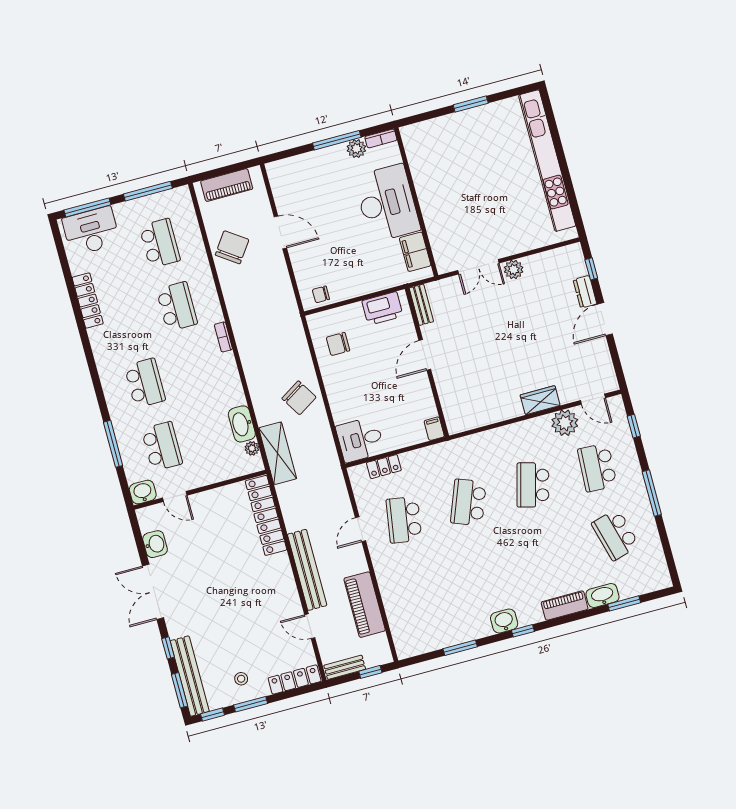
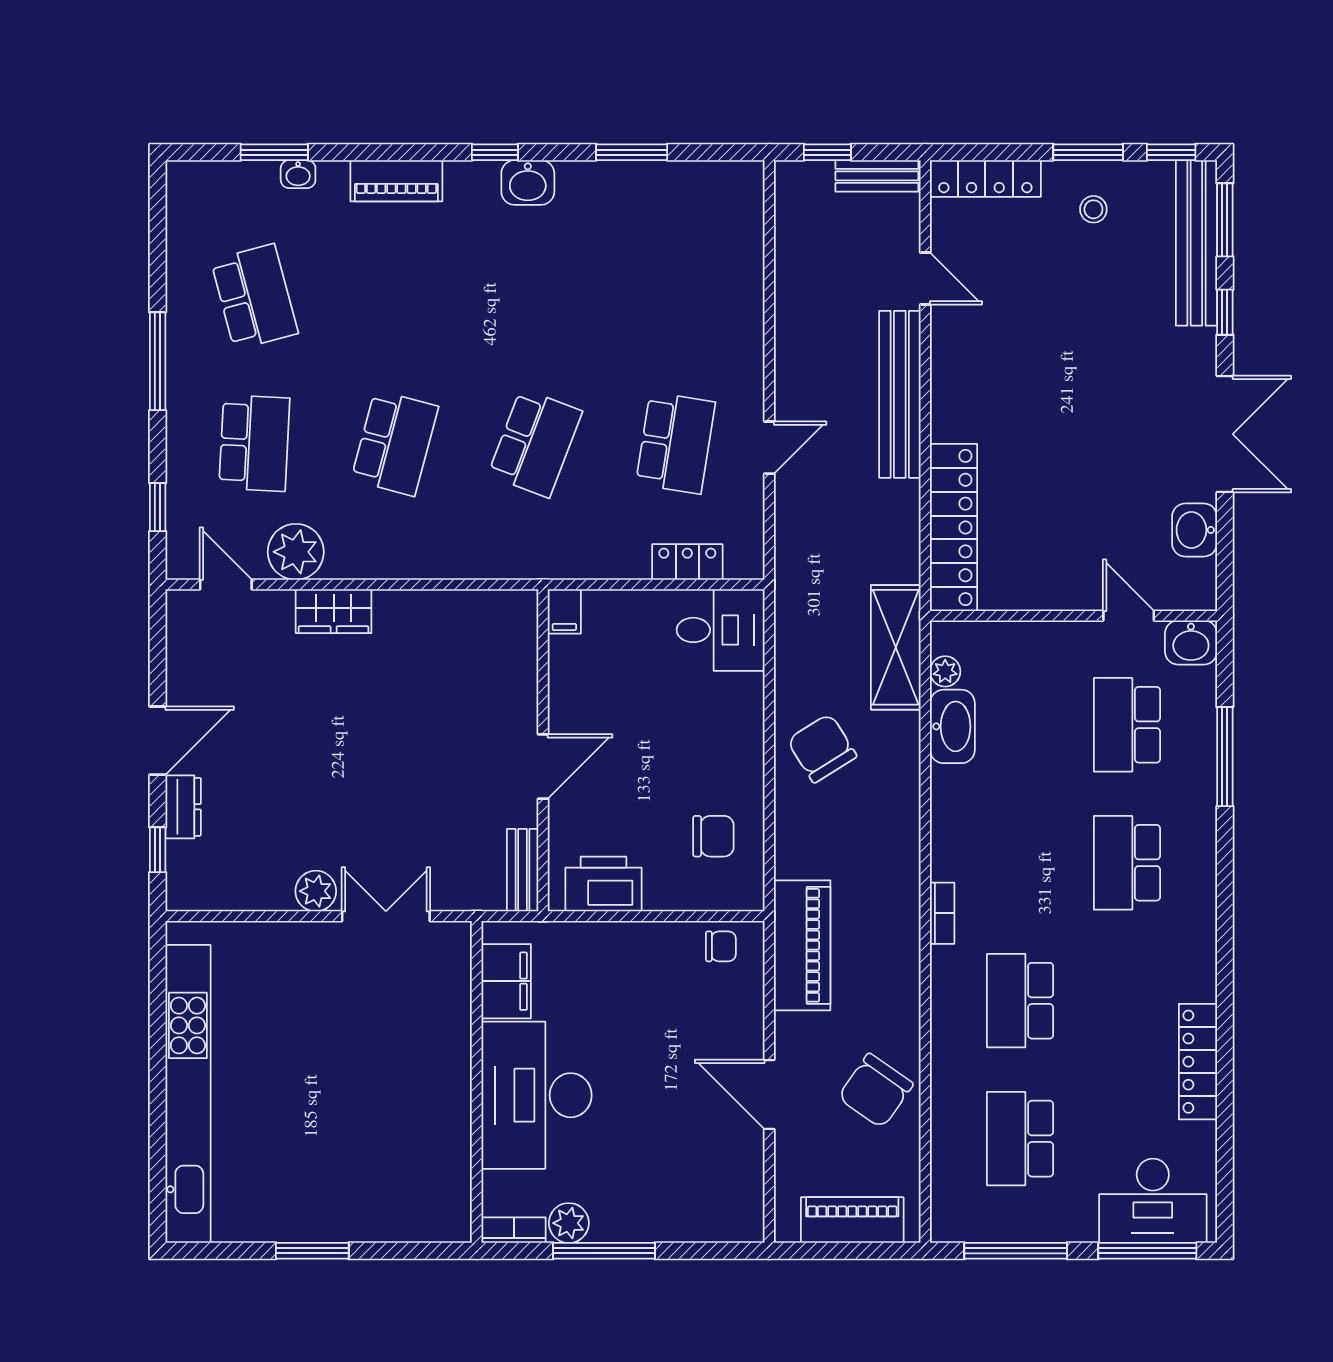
washbasin: (602, 596) -> (298, 174), width x0.52, depth x0.69
piano: (365, 605) -> (802, 945), moved

